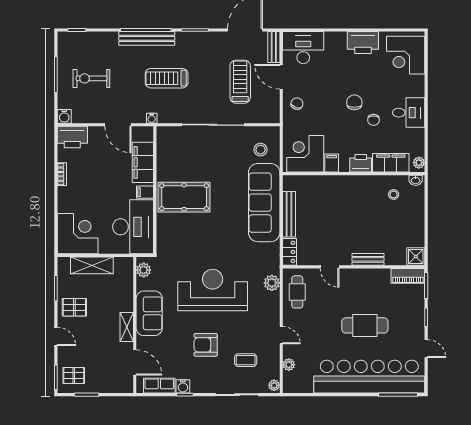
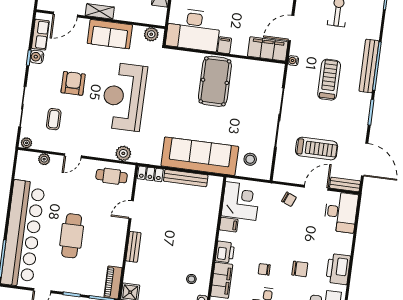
chair: (354, 102) -> (300, 269), moved
filing cabinet: (143, 162) -> (268, 49), moved
reception desk: (213, 290) -> (124, 97), turned 180

